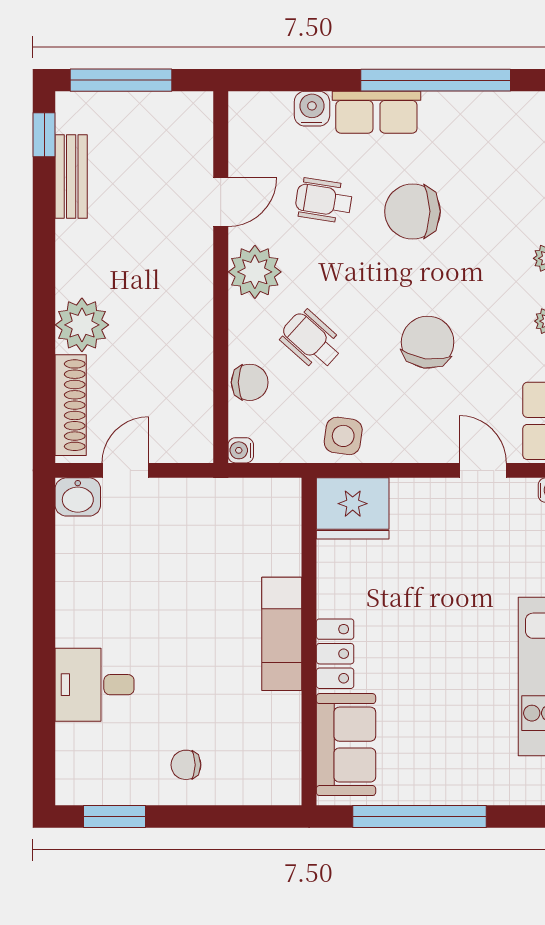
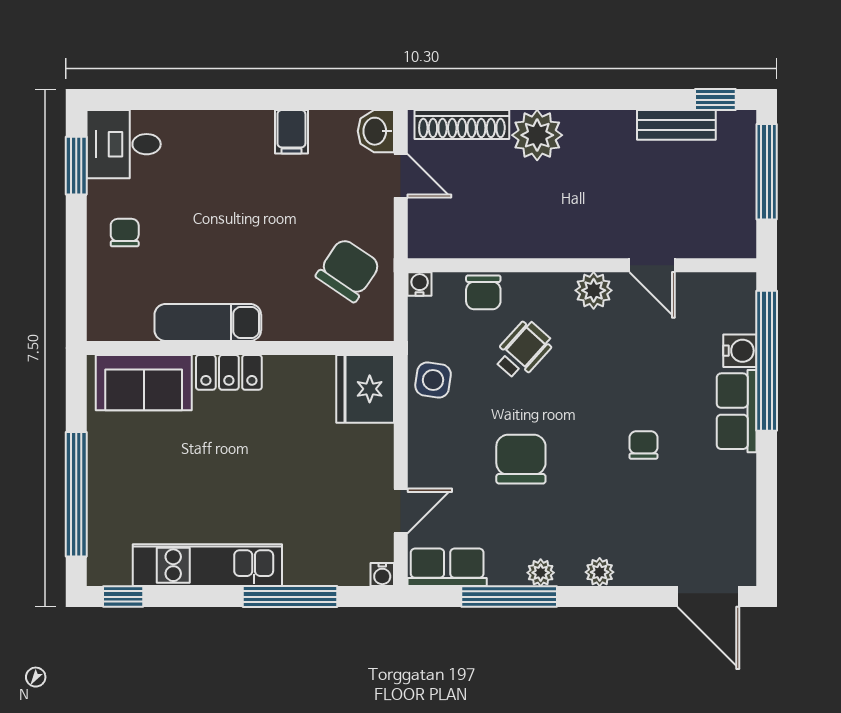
window: (436, 80) -> (767, 361), moved
wheelchair: (324, 200) -> (654, 362), removed
chair: (413, 211) -> (643, 445), width x0.54, depth x0.54
plant: (255, 272) -> (594, 290), width x0.73, depth x0.73
chair: (428, 342) -> (521, 459), turned -98
chair: (226, 527) -> (348, 270), added
filing cabinet: (78, 587) -> (291, 132), added
exam couch: (282, 634) -> (208, 322), moved
desk: (95, 685) -> (124, 144), moved, turned -90
window: (420, 816) -> (76, 494), moved

